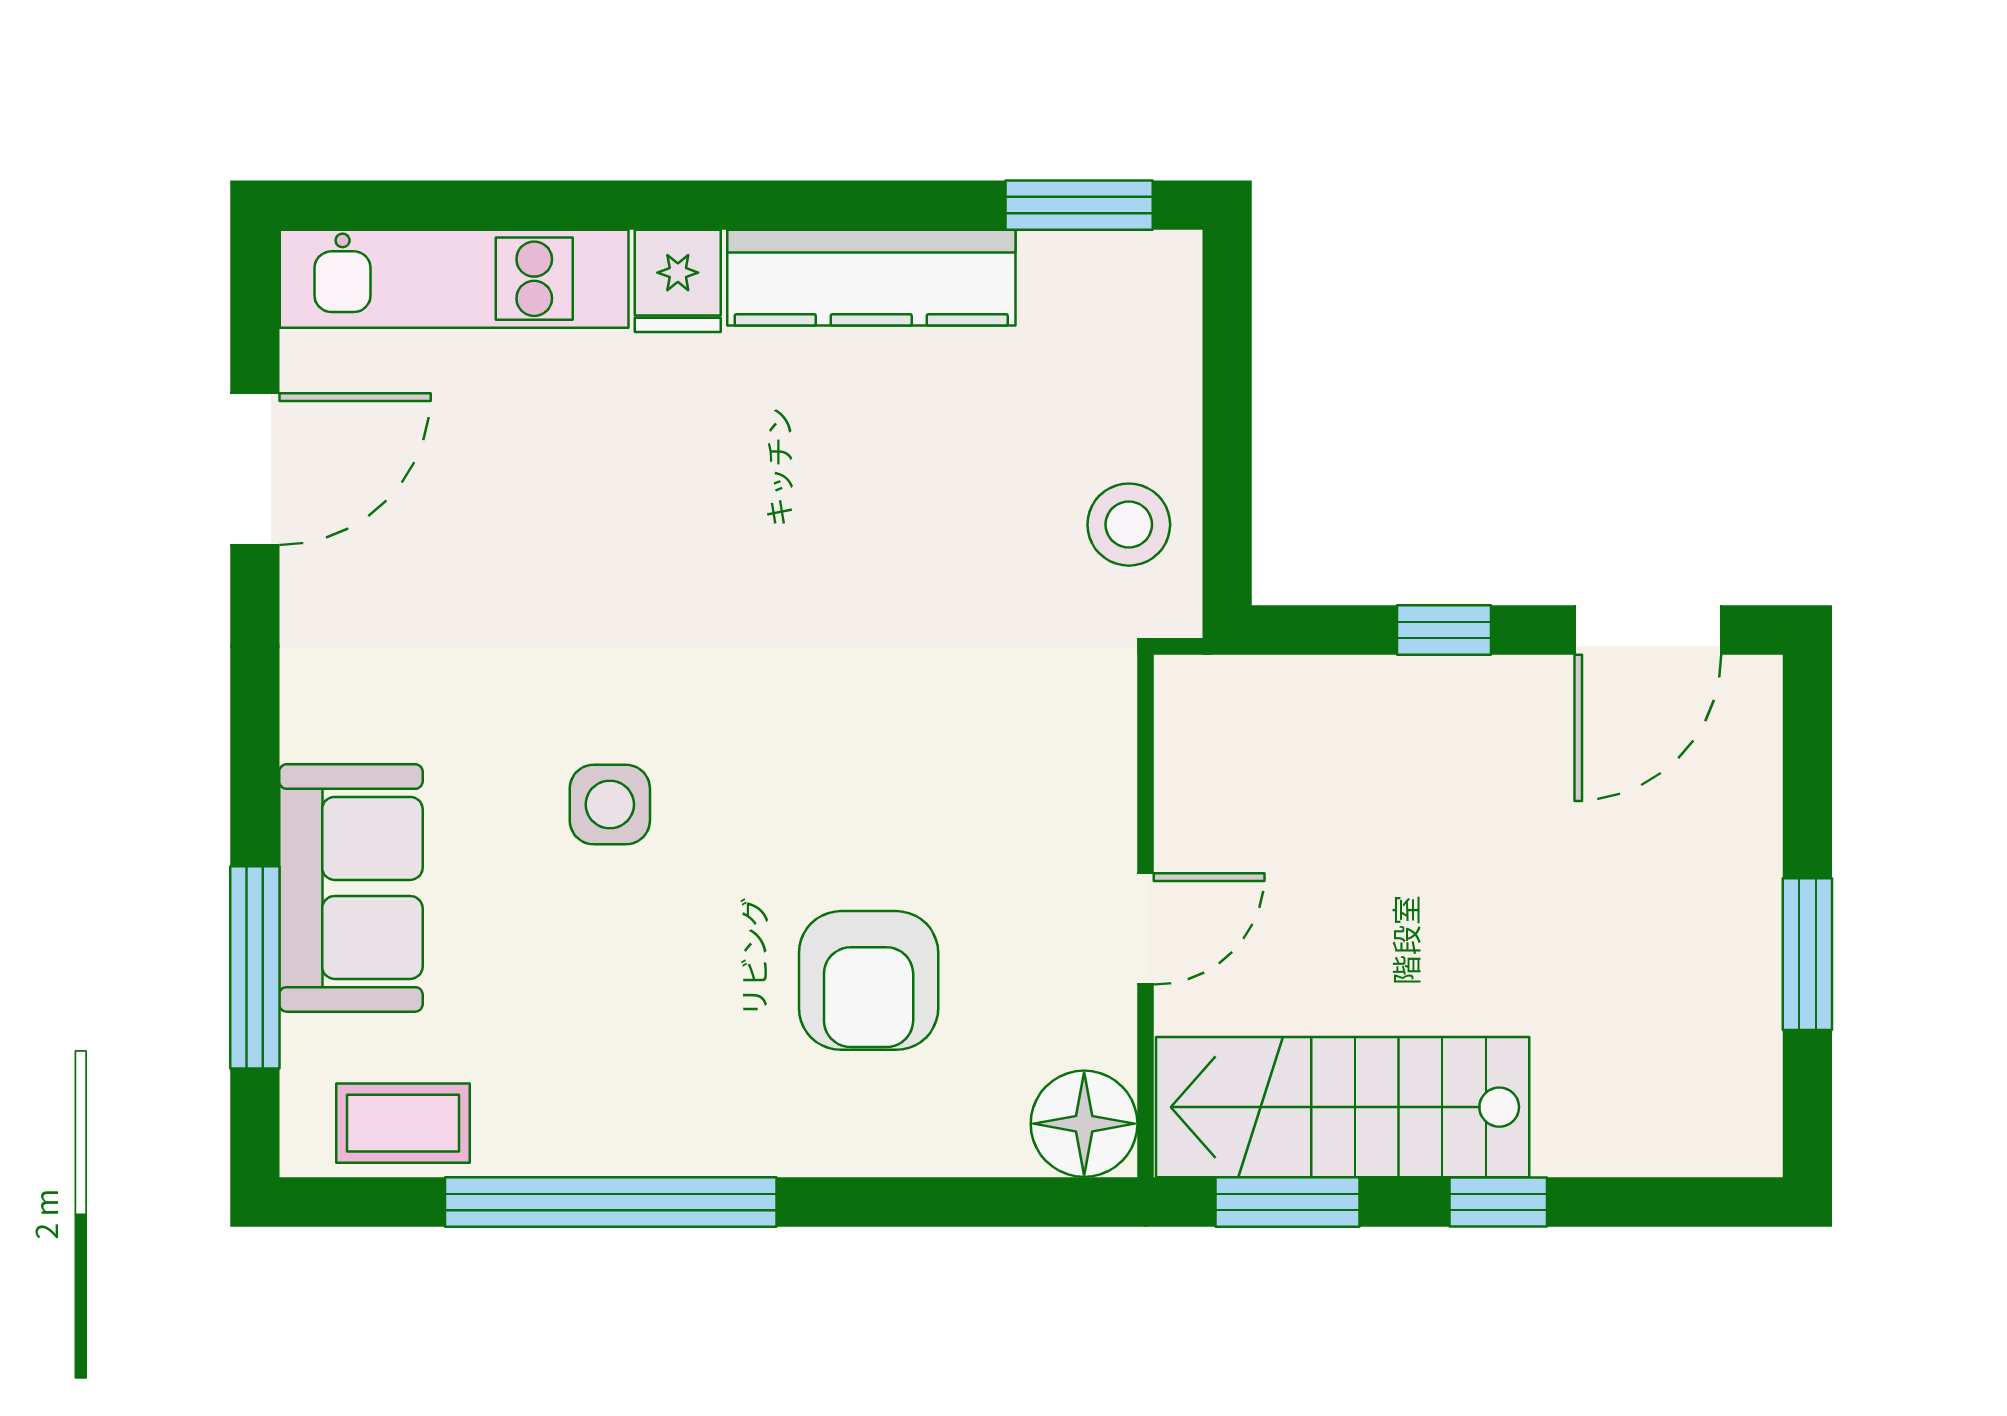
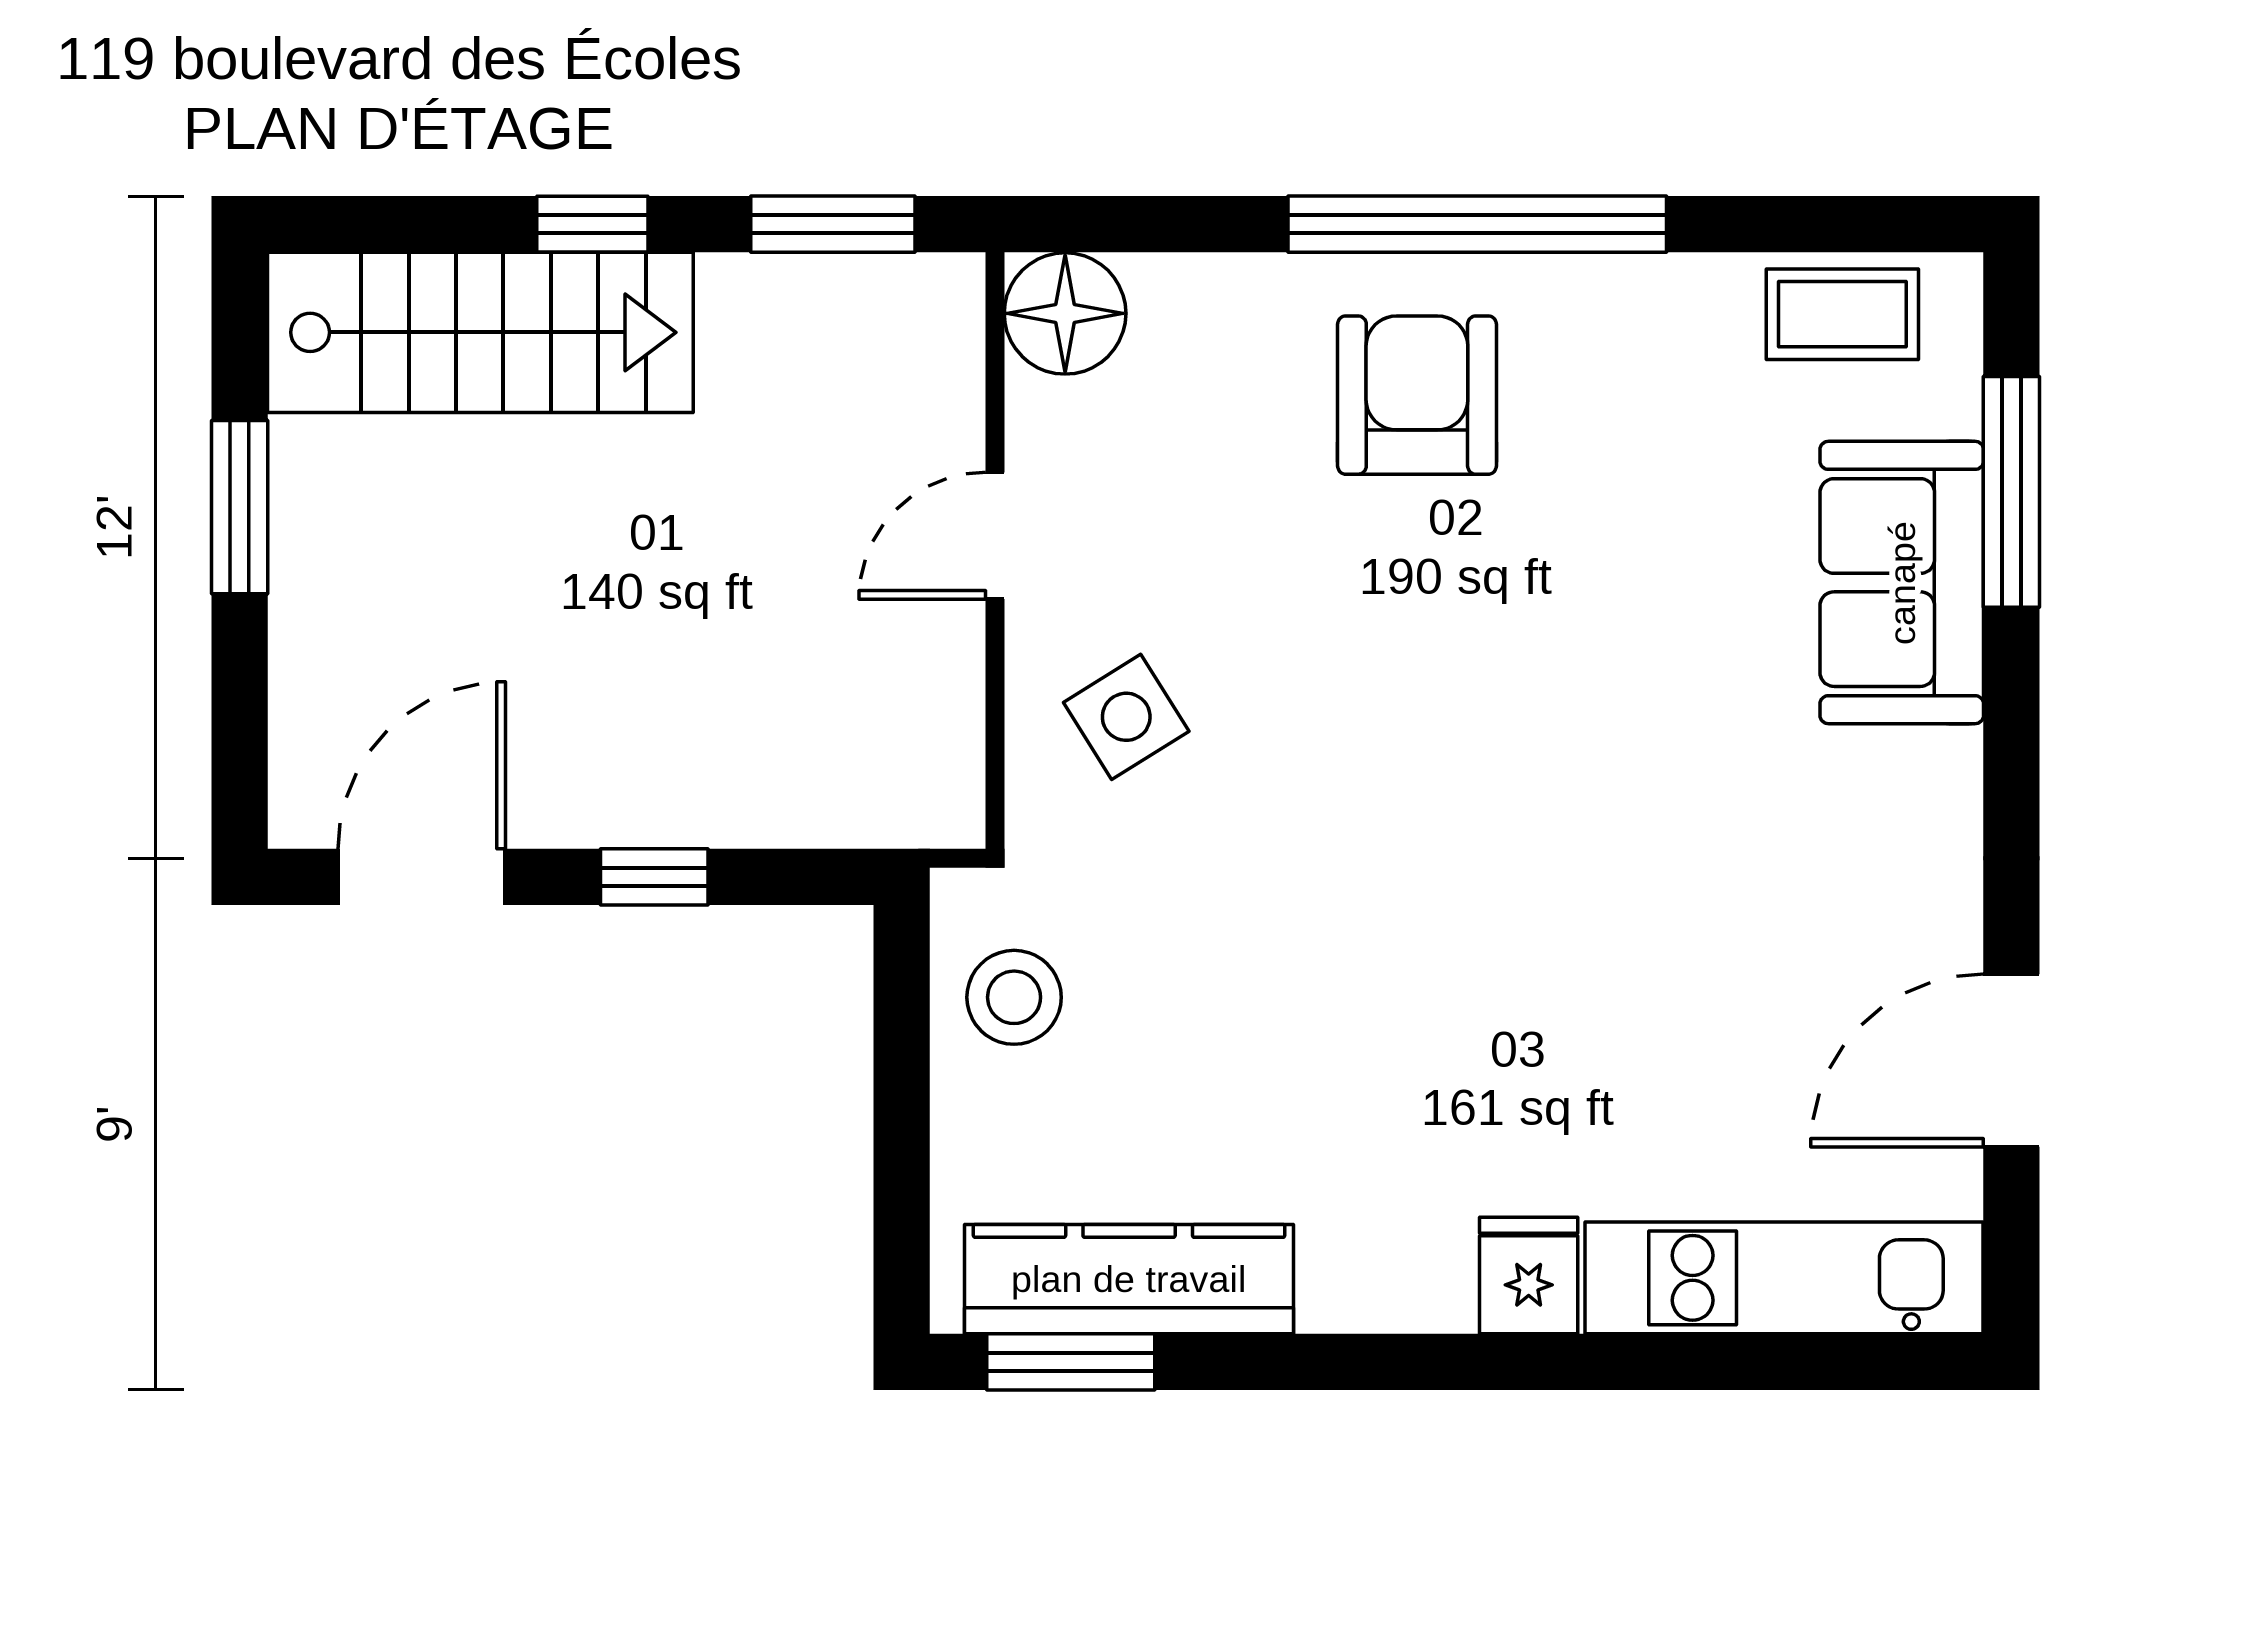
kitchen counter: (871, 278) -> (1129, 1279), moved
side table: (610, 805) -> (1126, 717), moved, turned -32
armchair: (869, 980) -> (1417, 395), moved
stairs: (1343, 1107) -> (480, 332), moved
window: (611, 1202) -> (1477, 224), moved

